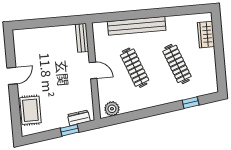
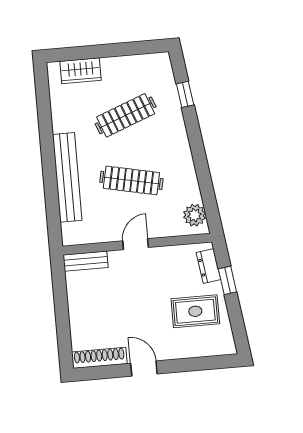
shoe rack: (19, 47) -> (99, 358), added
clothes rail: (135, 68) -> (131, 180), turned 33
rug: (30, 110) -> (195, 311), moved

